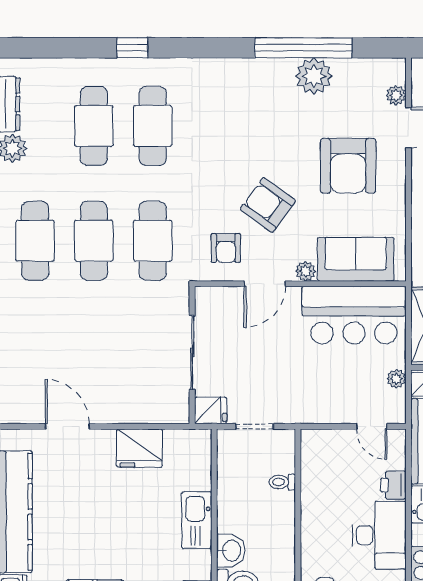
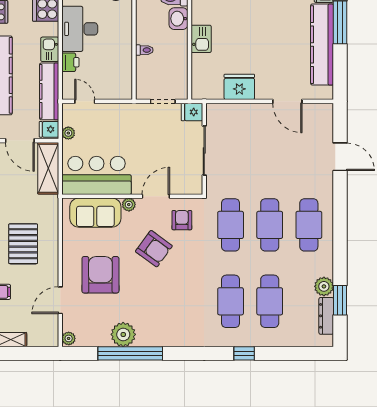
plant: (396, 95) -> (69, 338), moved
toilet: (282, 482) -> (144, 50), moved
kitchen sink: (197, 520) -> (201, 39), width x0.73

